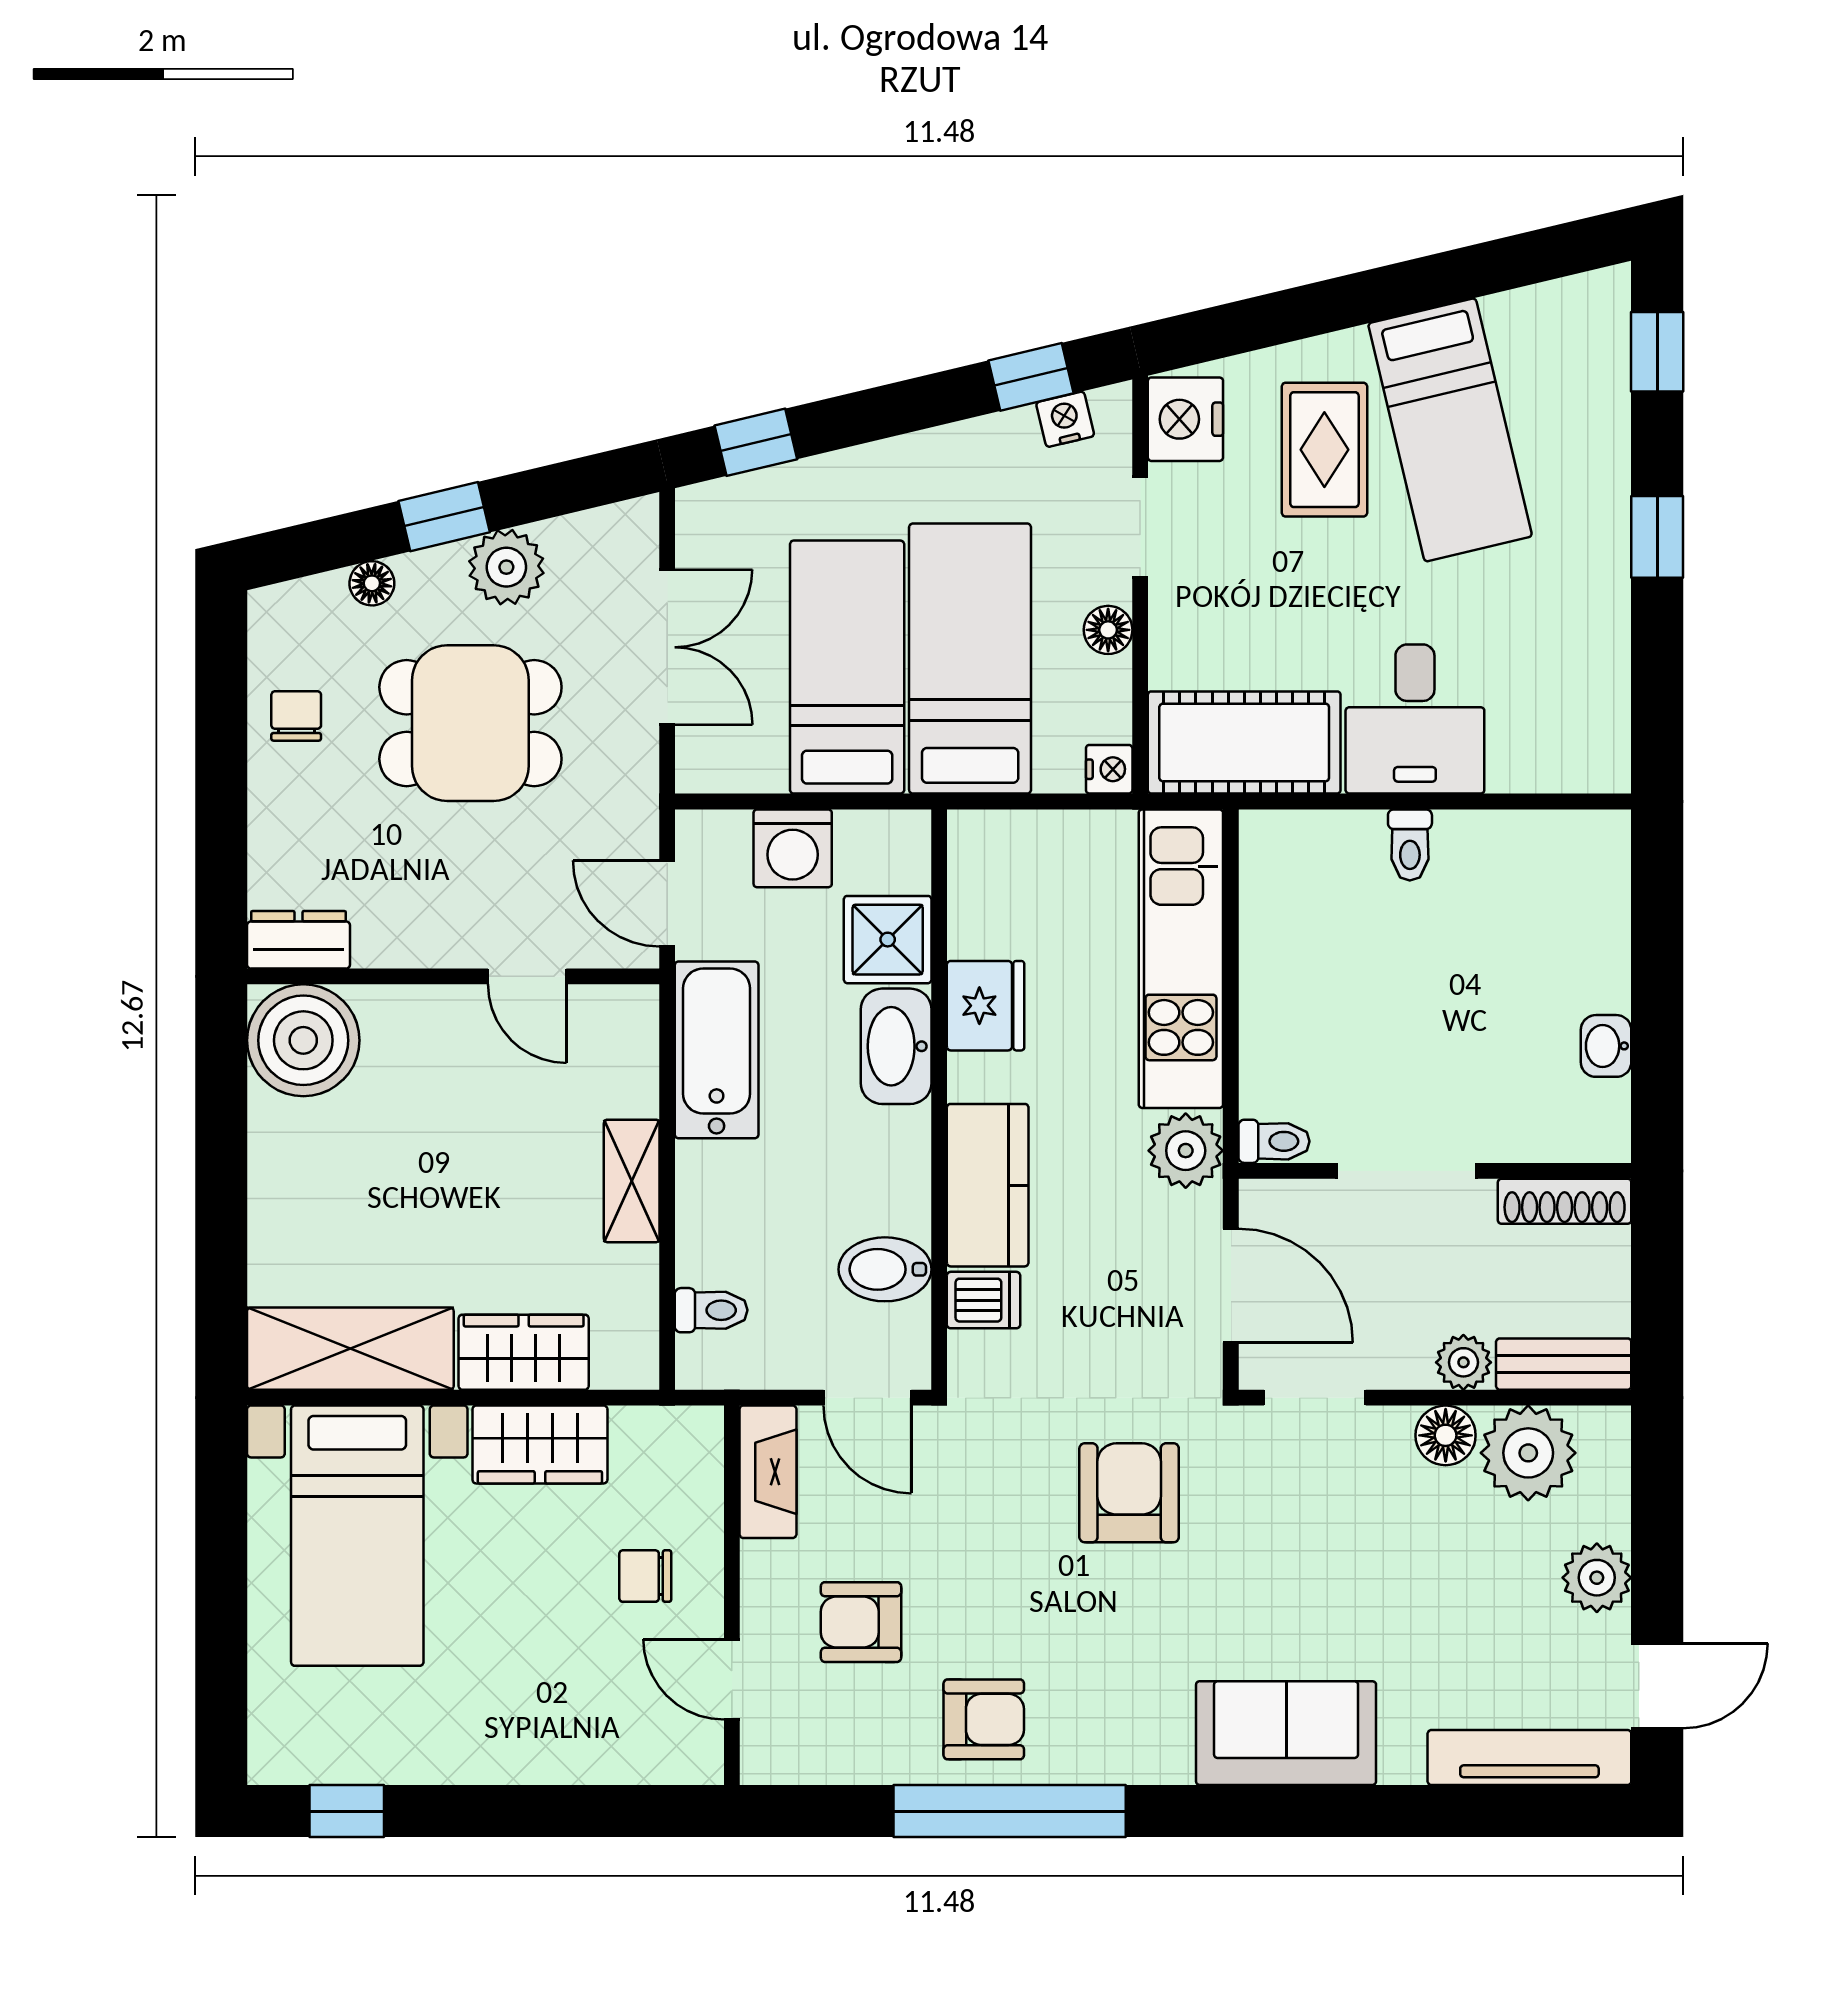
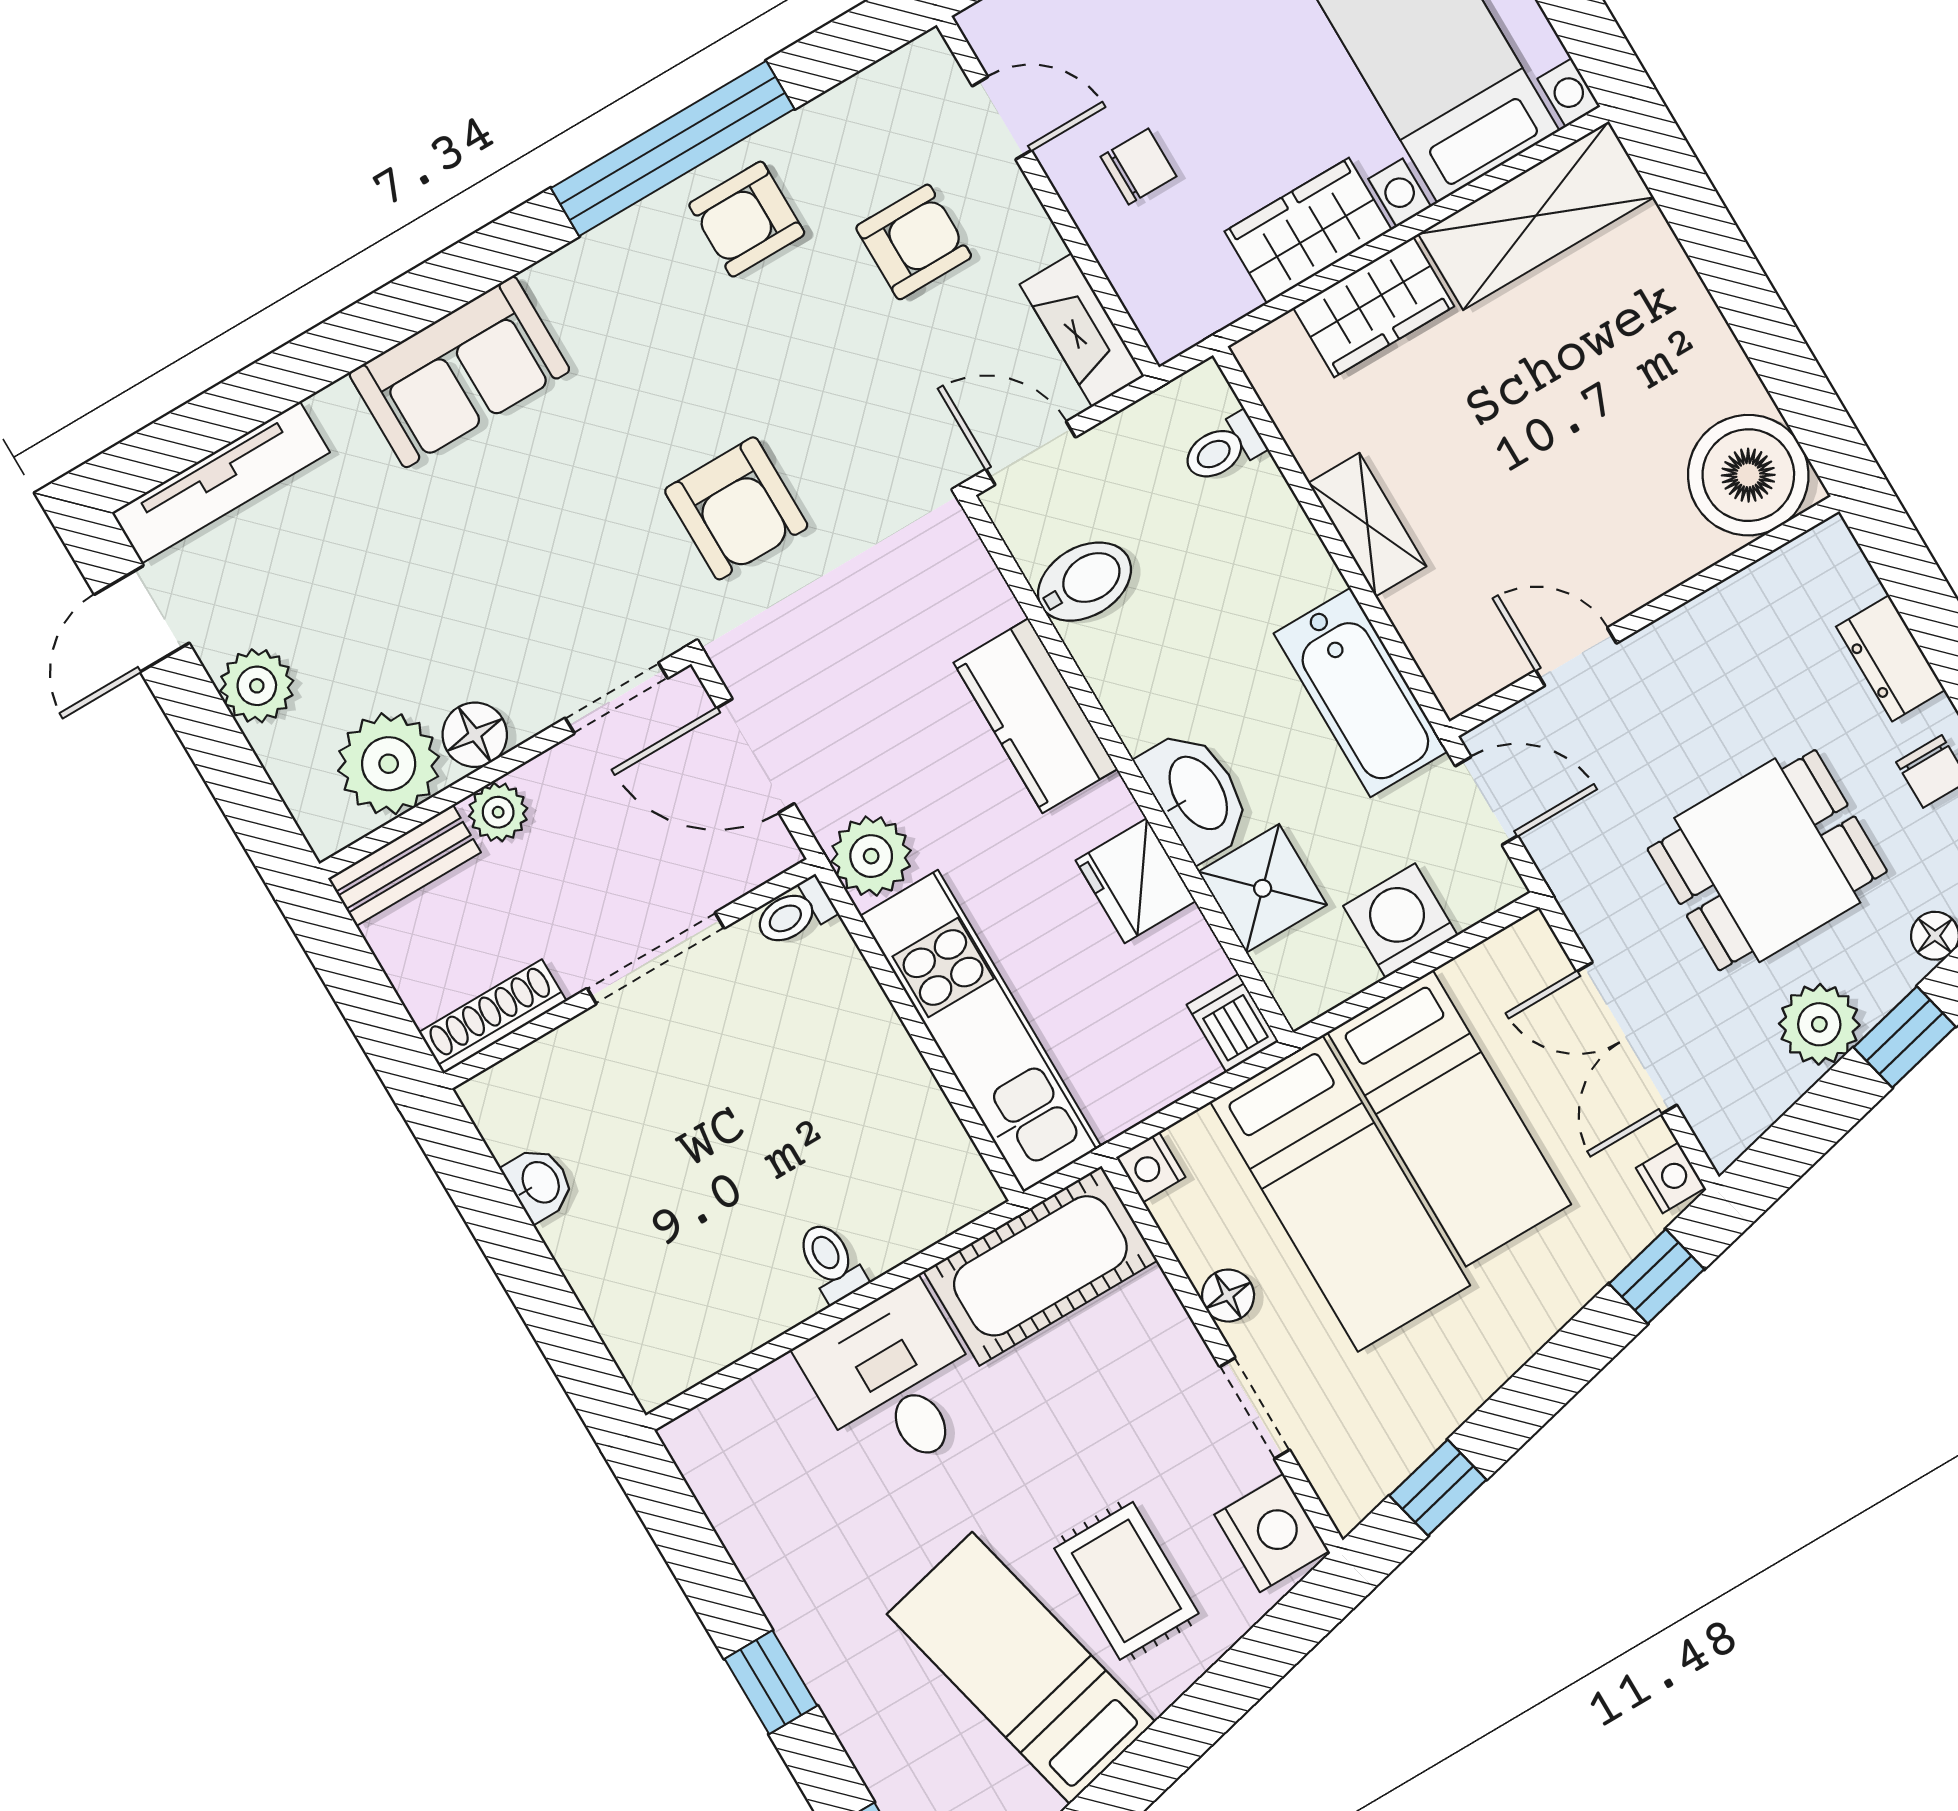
nightstand: (1065, 419) -> (1671, 1178), moved, turned -77
dresser: (299, 940) -> (1891, 658), moved, turned 90
dishwasher: (984, 1300) -> (1233, 1023), moved, turned 90

